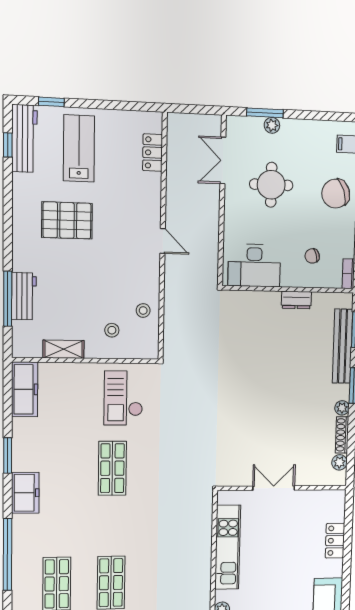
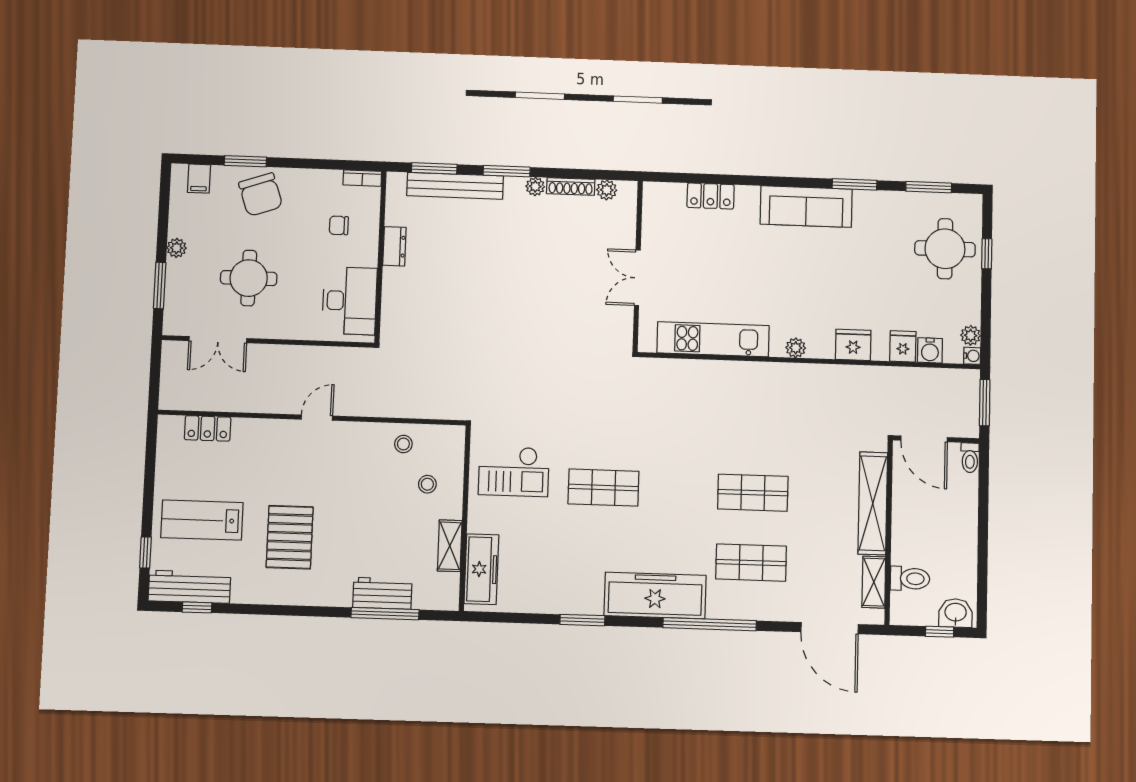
plant: (272, 125) -> (177, 248), moved
chair: (312, 256) -> (339, 225), turned 106
freezer: (25, 389) -> (481, 569), moved, turned 90
freezer: (25, 493) -> (655, 596), width x1.91, depth x1.26

